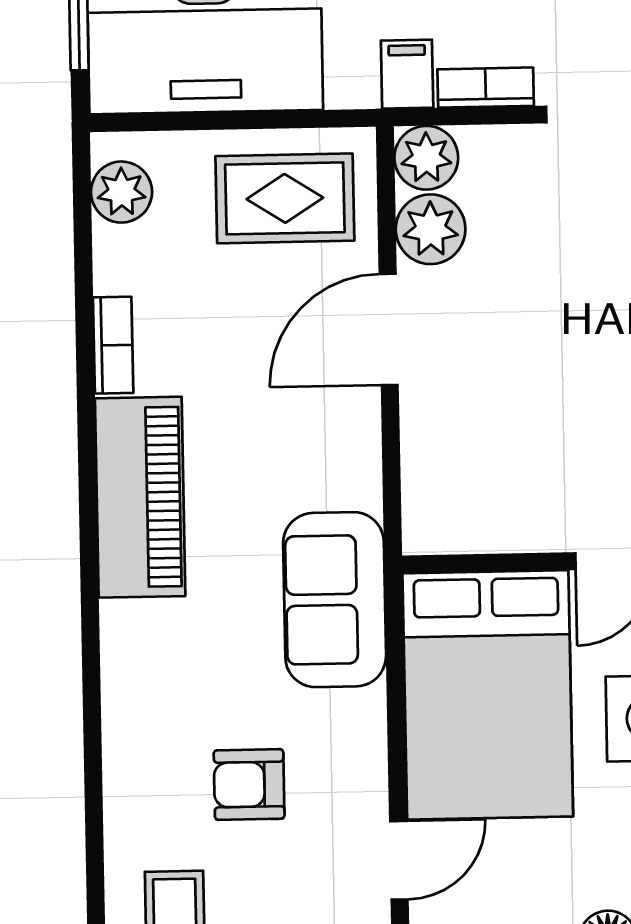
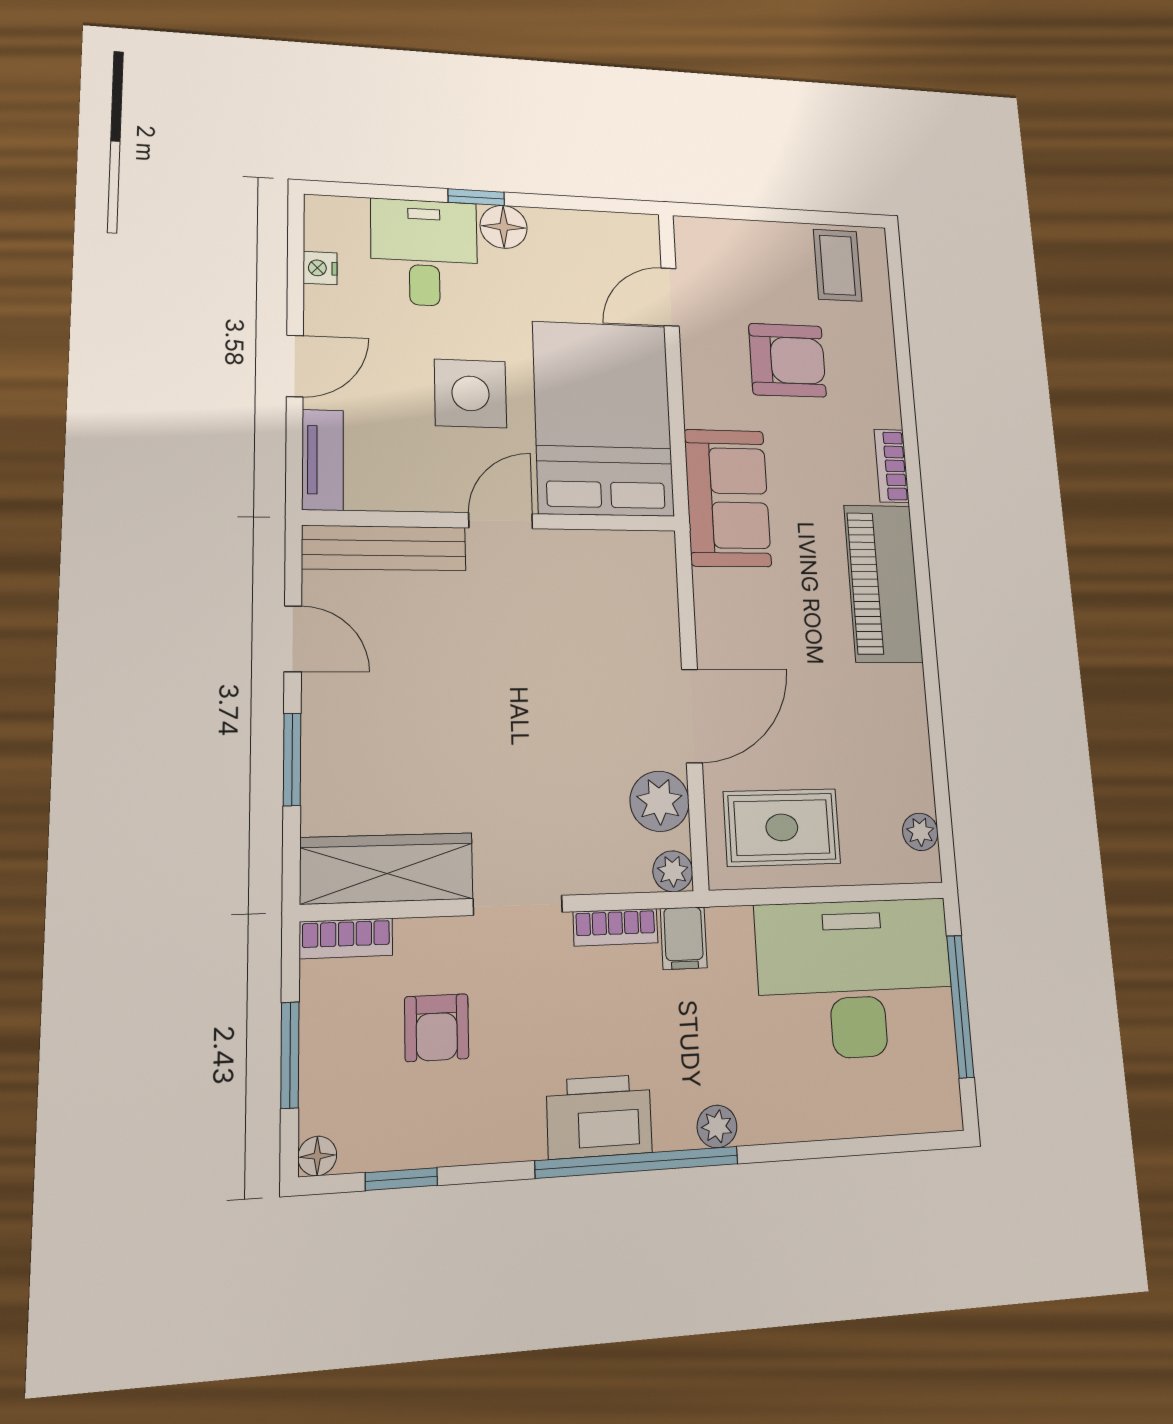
plant: (426, 158) -> (673, 871), width x0.73, depth x0.73
plant: (122, 192) -> (920, 832), width x0.73, depth x0.73
bookcase: (113, 345) -> (892, 466), moved
armchair: (249, 784) -> (787, 360), width x1.38, depth x1.38

